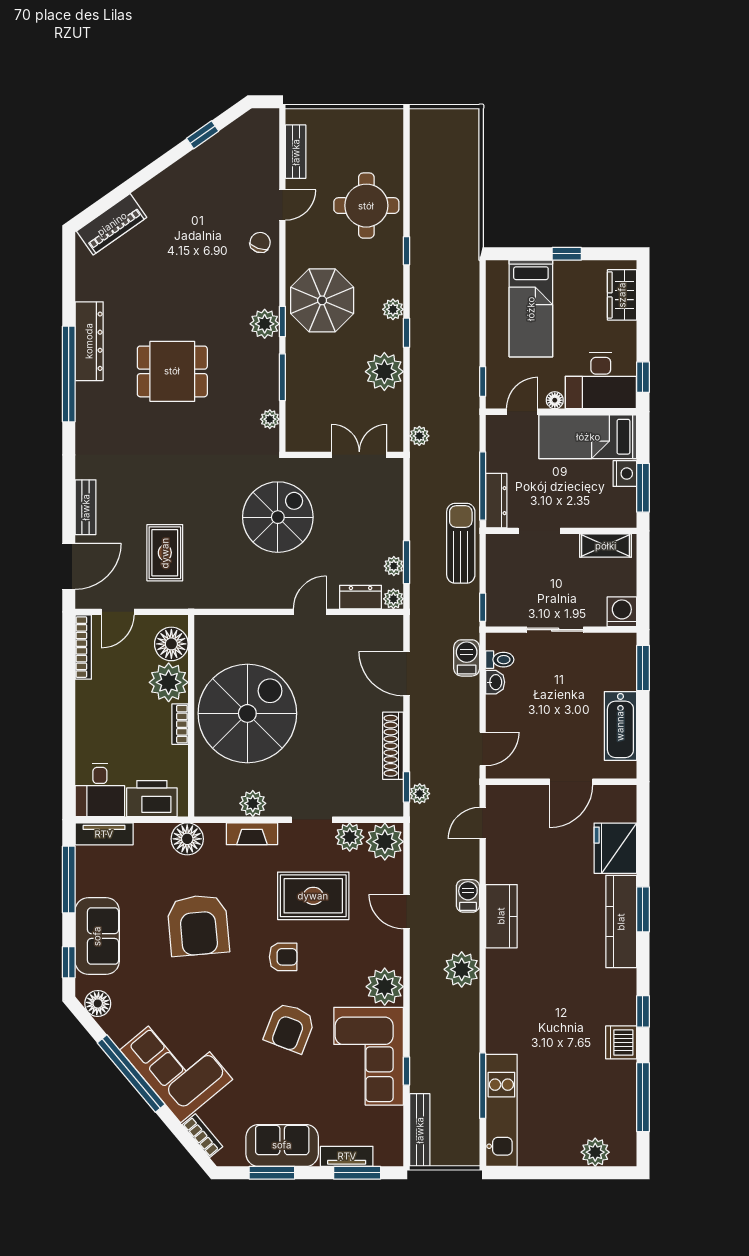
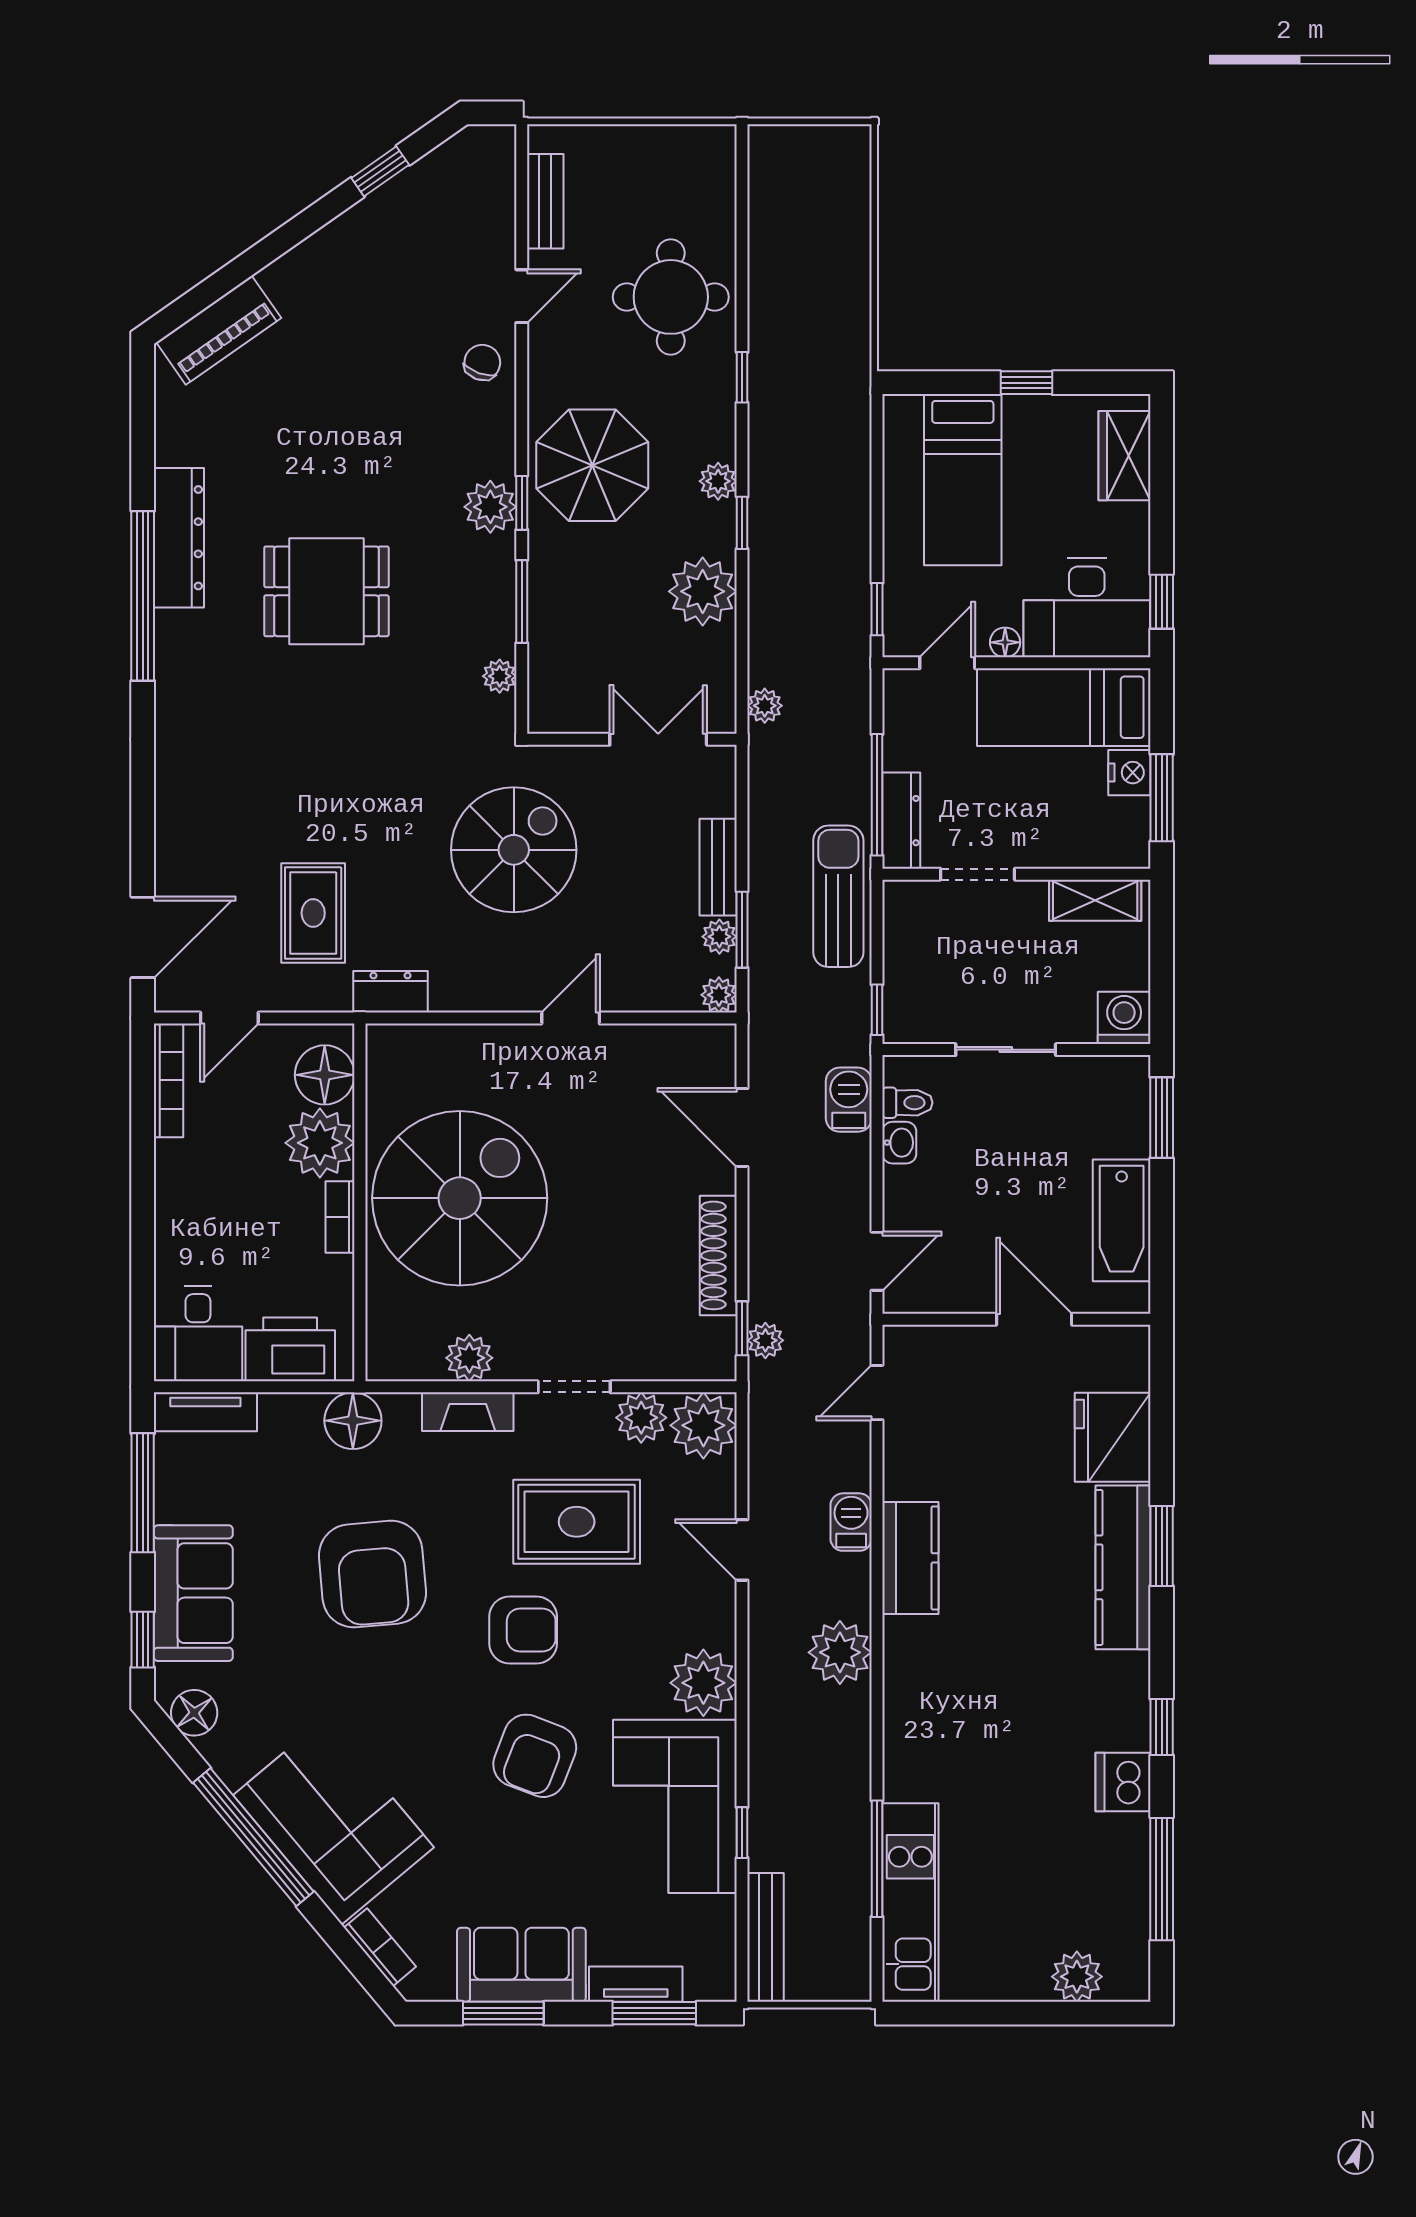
bench: (86, 507) -> (718, 867), moved
dresser: (361, 597) -> (391, 992), moved
door: (571, 782) -> (1034, 1319), swing flipped
armchair: (283, 957) -> (523, 1630), width x1.38, depth x1.38

